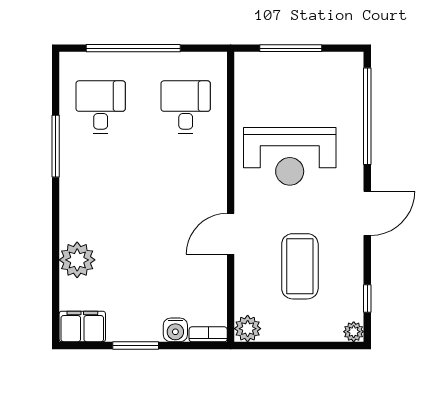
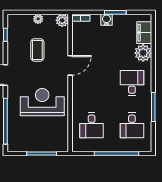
desk: (101, 197) -> (132, 83), added
coffee table: (300, 266) -> (37, 50), width x0.73, depth x0.76
filing cabinet: (82, 326) -> (144, 33), moved, turned 90
water cooler: (175, 330) -> (107, 20), moved
plant: (354, 332) -> (38, 19), moved

